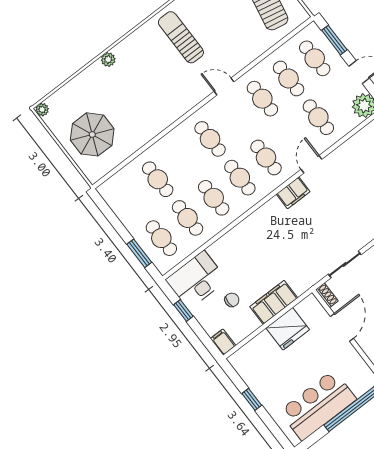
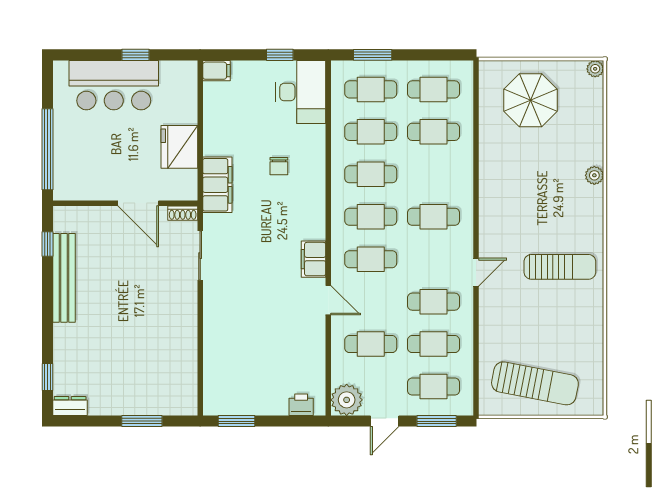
cafe table: (132, 199) -> (434, 89), added
chair: (232, 300) -> (279, 166), moved
filing cabinet: (274, 302) -> (217, 185), moved
bar counter: (318, 405) -> (114, 85), moved, turned 90

